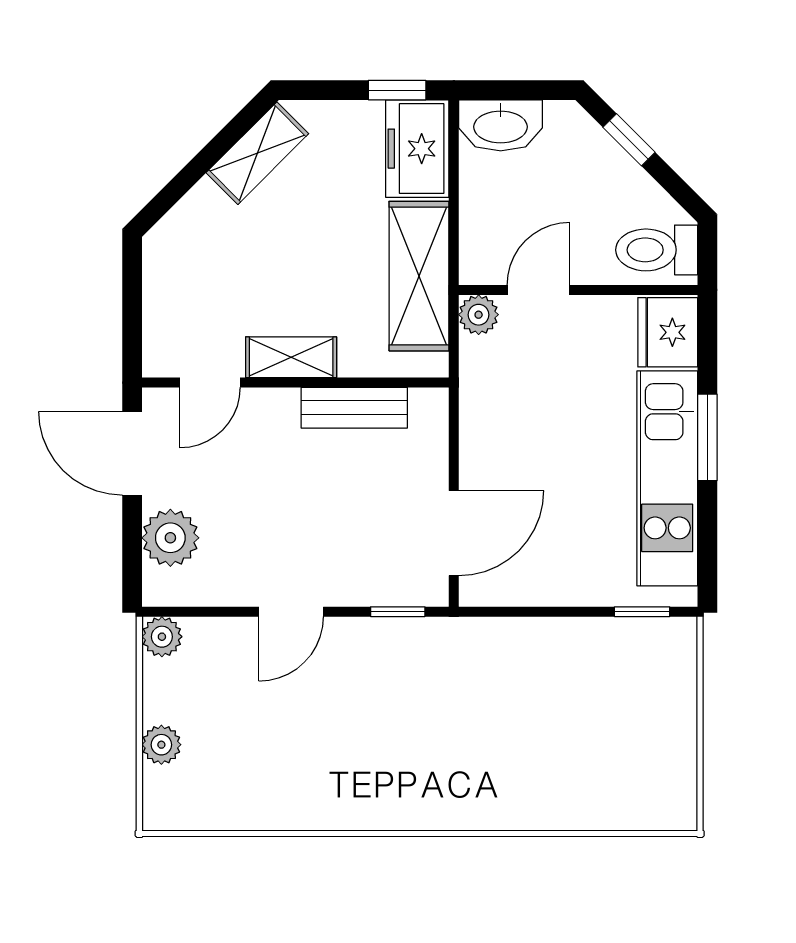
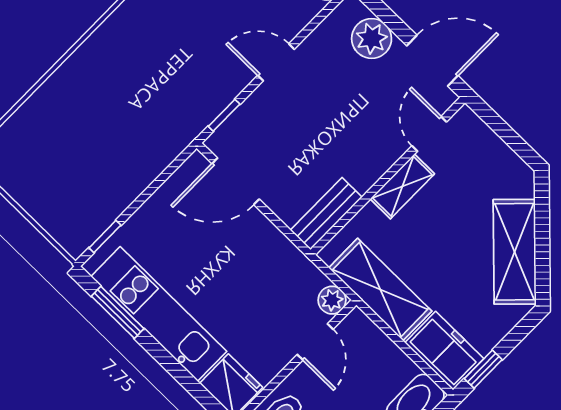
shelving: (257, 153) -> (515, 252), width x1.50, depth x1.33
bench: (354, 408) -> (326, 214), moved
window: (707, 437) -> (118, 312), moved
door: (454, 533) -> (236, 181), hinge flipped
door: (291, 612) -> (276, 62), hinge flipped

